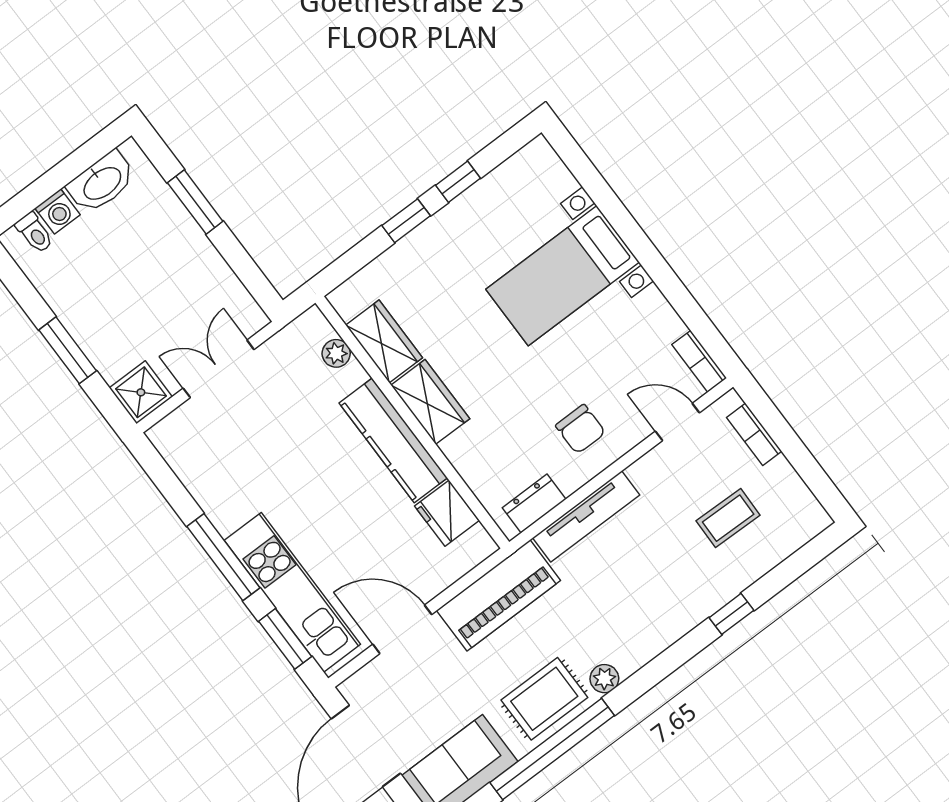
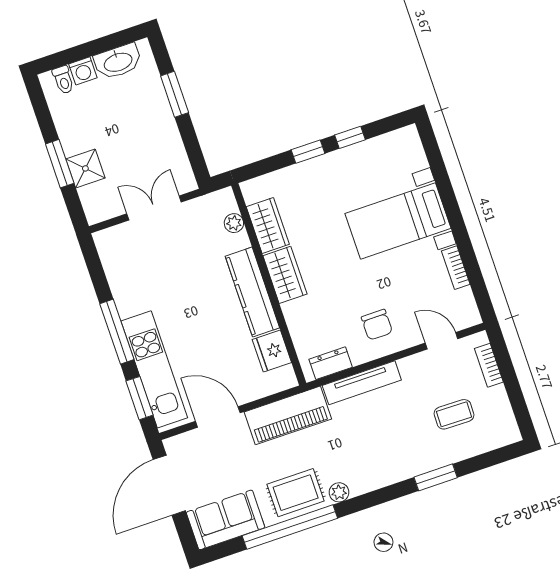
bookcase: (699, 361) -> (456, 268), moved
shower: (141, 392) -> (85, 168), moved
window: (731, 614) -> (436, 477), width x1.50

